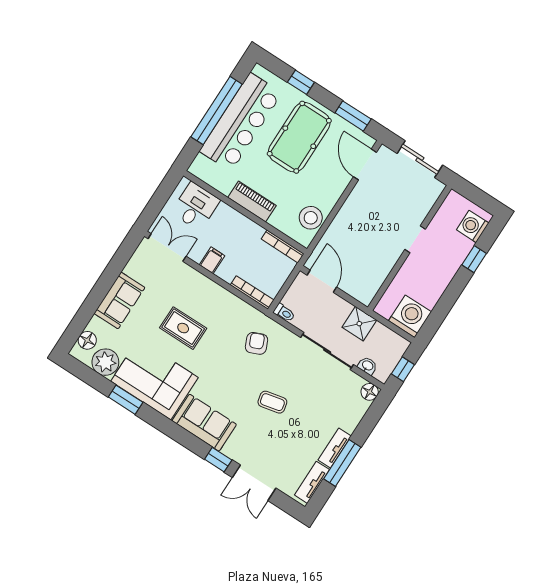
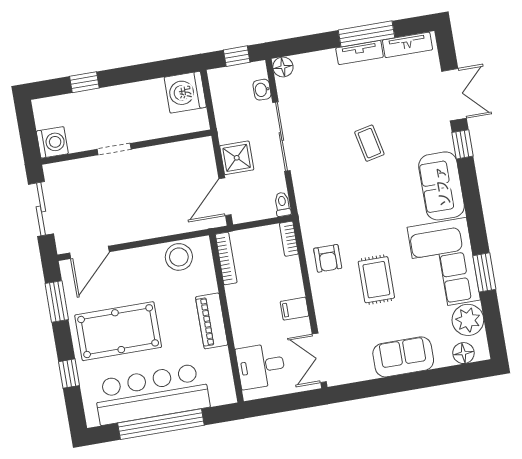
washing machine: (473, 226) -> (52, 142), moved, turned -90
bookcase: (252, 293) -> (289, 239), width x0.64
shower: (359, 324) -> (237, 158), moved
armchair: (257, 343) -> (328, 258), moved, turned -67

